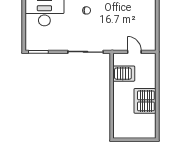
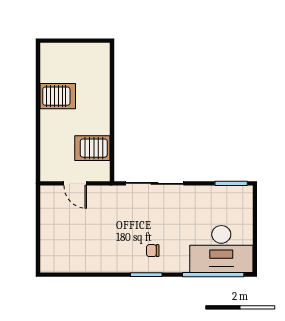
server rack: (145, 101) -> (58, 96), width x0.62

